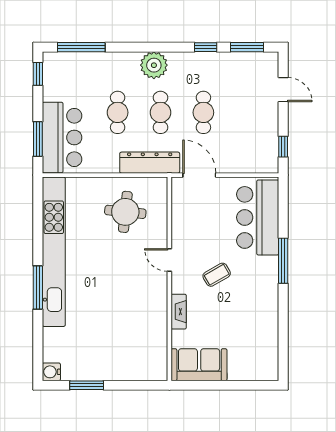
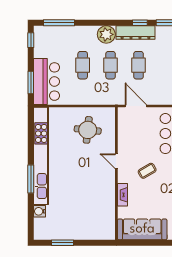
dresser: (150, 163) -> (135, 33), moved, turned 180
sofa: (199, 365) -> (142, 229), width x1.36
water cooler: (51, 372) -> (40, 211), moved

